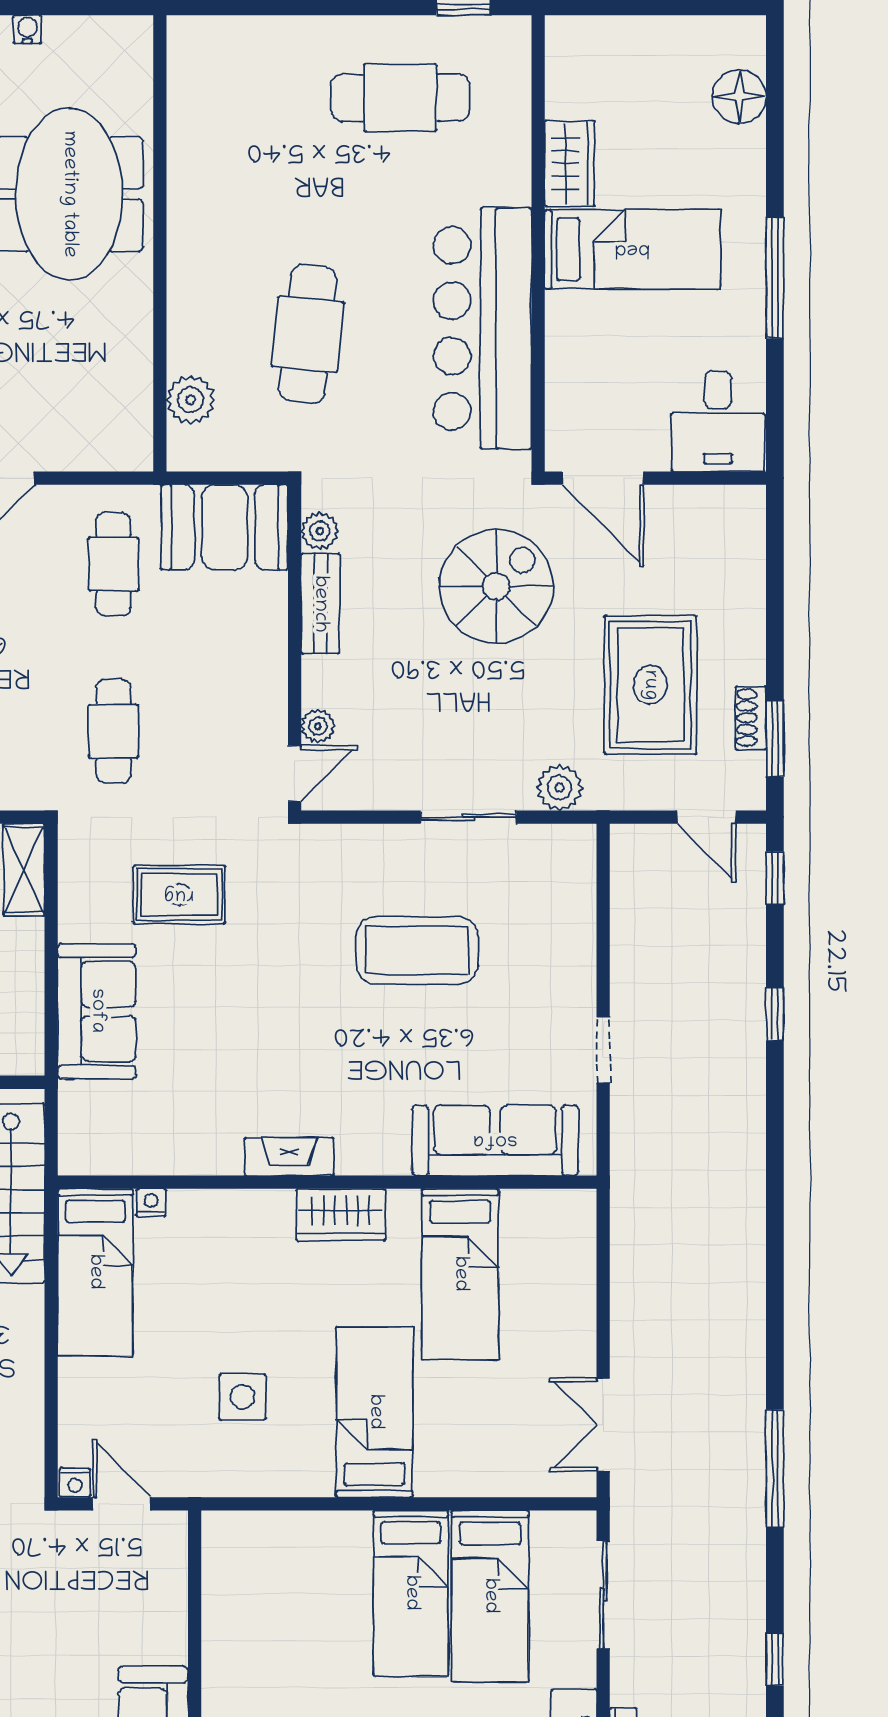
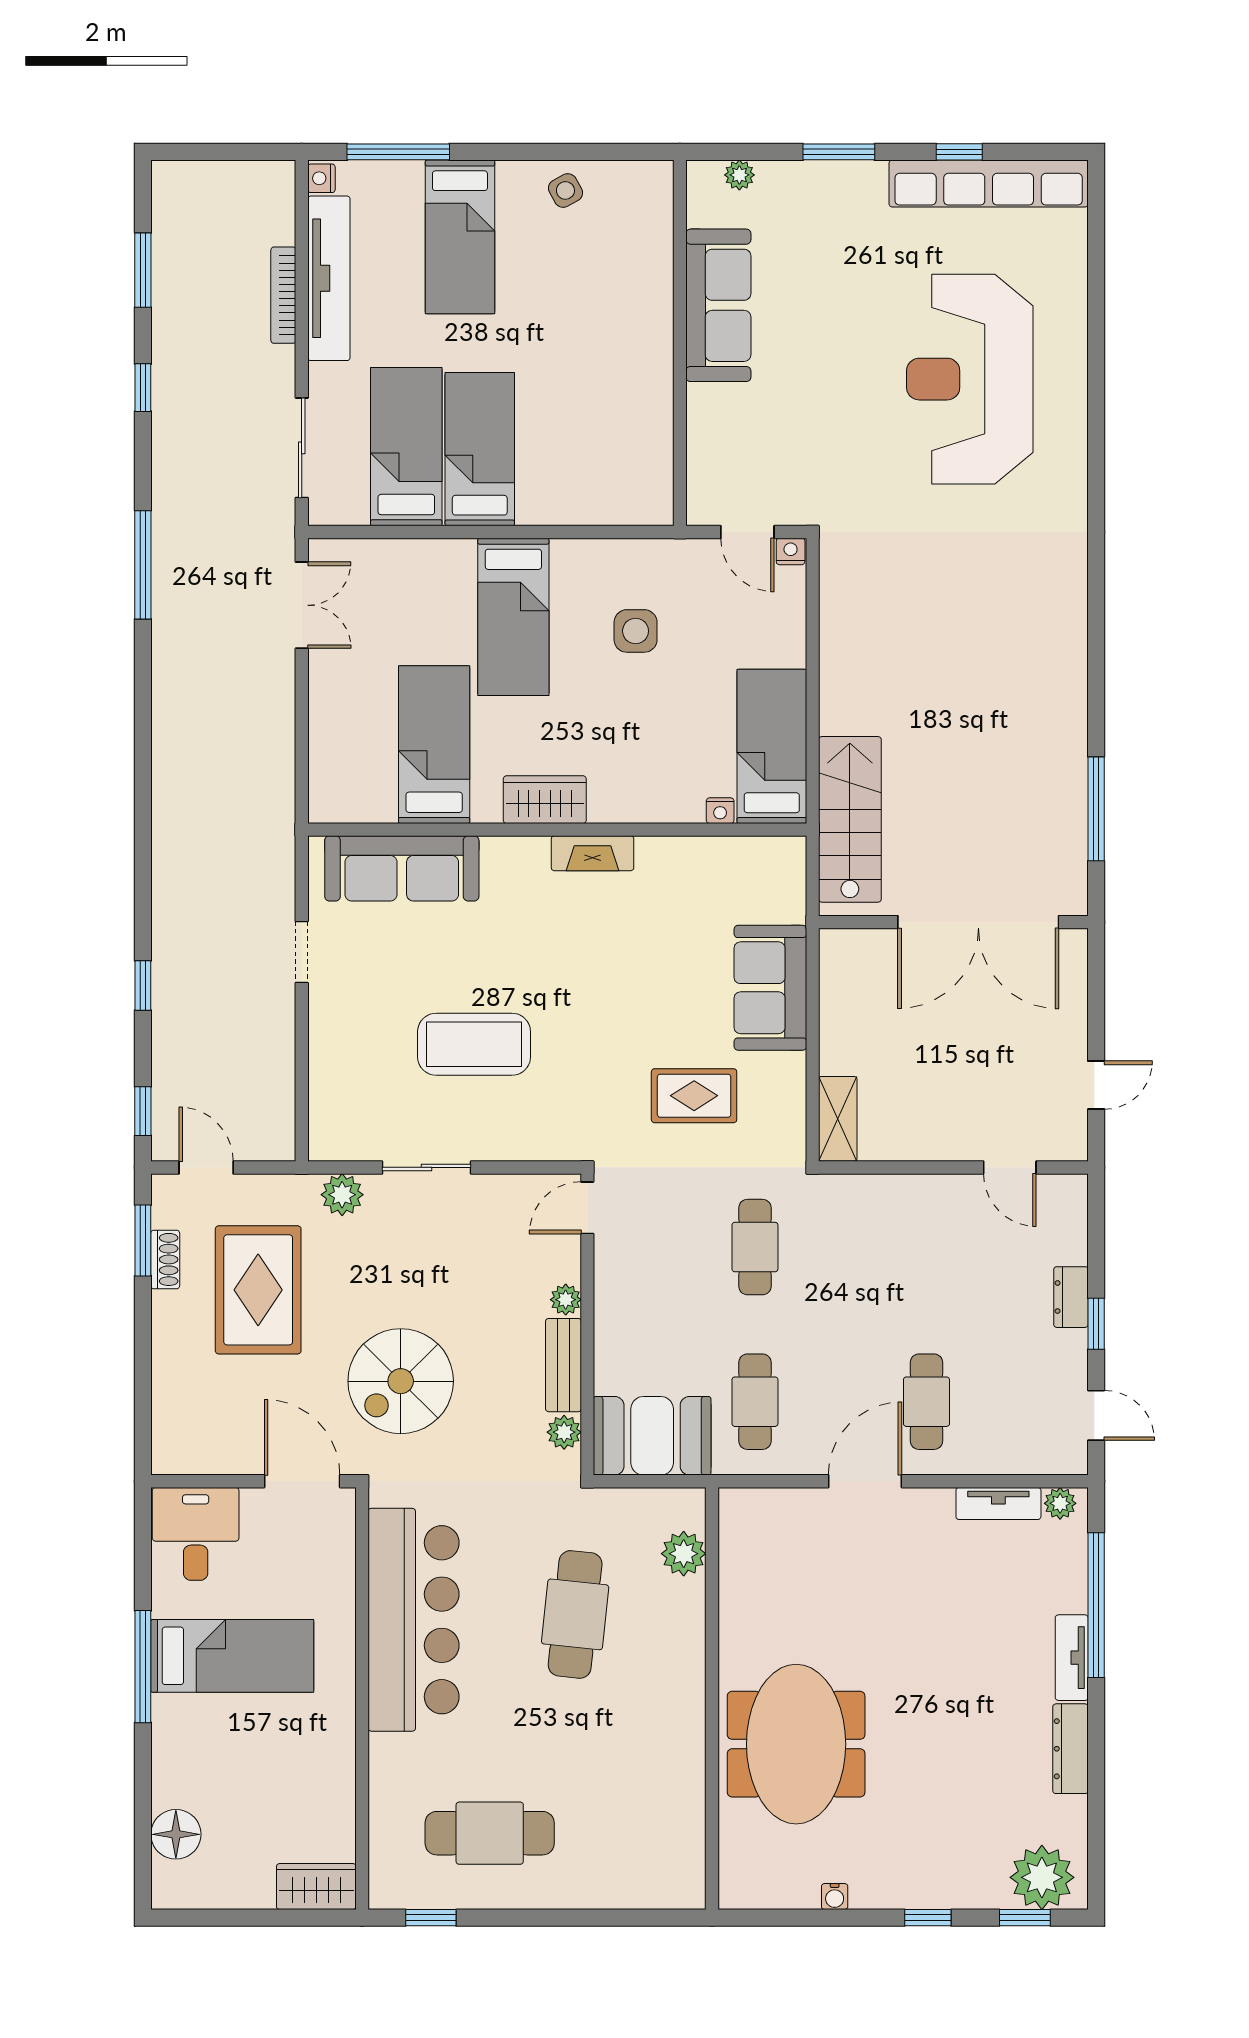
wardrobe: (569, 163) -> (316, 1887), moved, turned 90
bed: (632, 249) -> (232, 1656), moved, turned 180
plant: (318, 726) -> (566, 1300), moved

